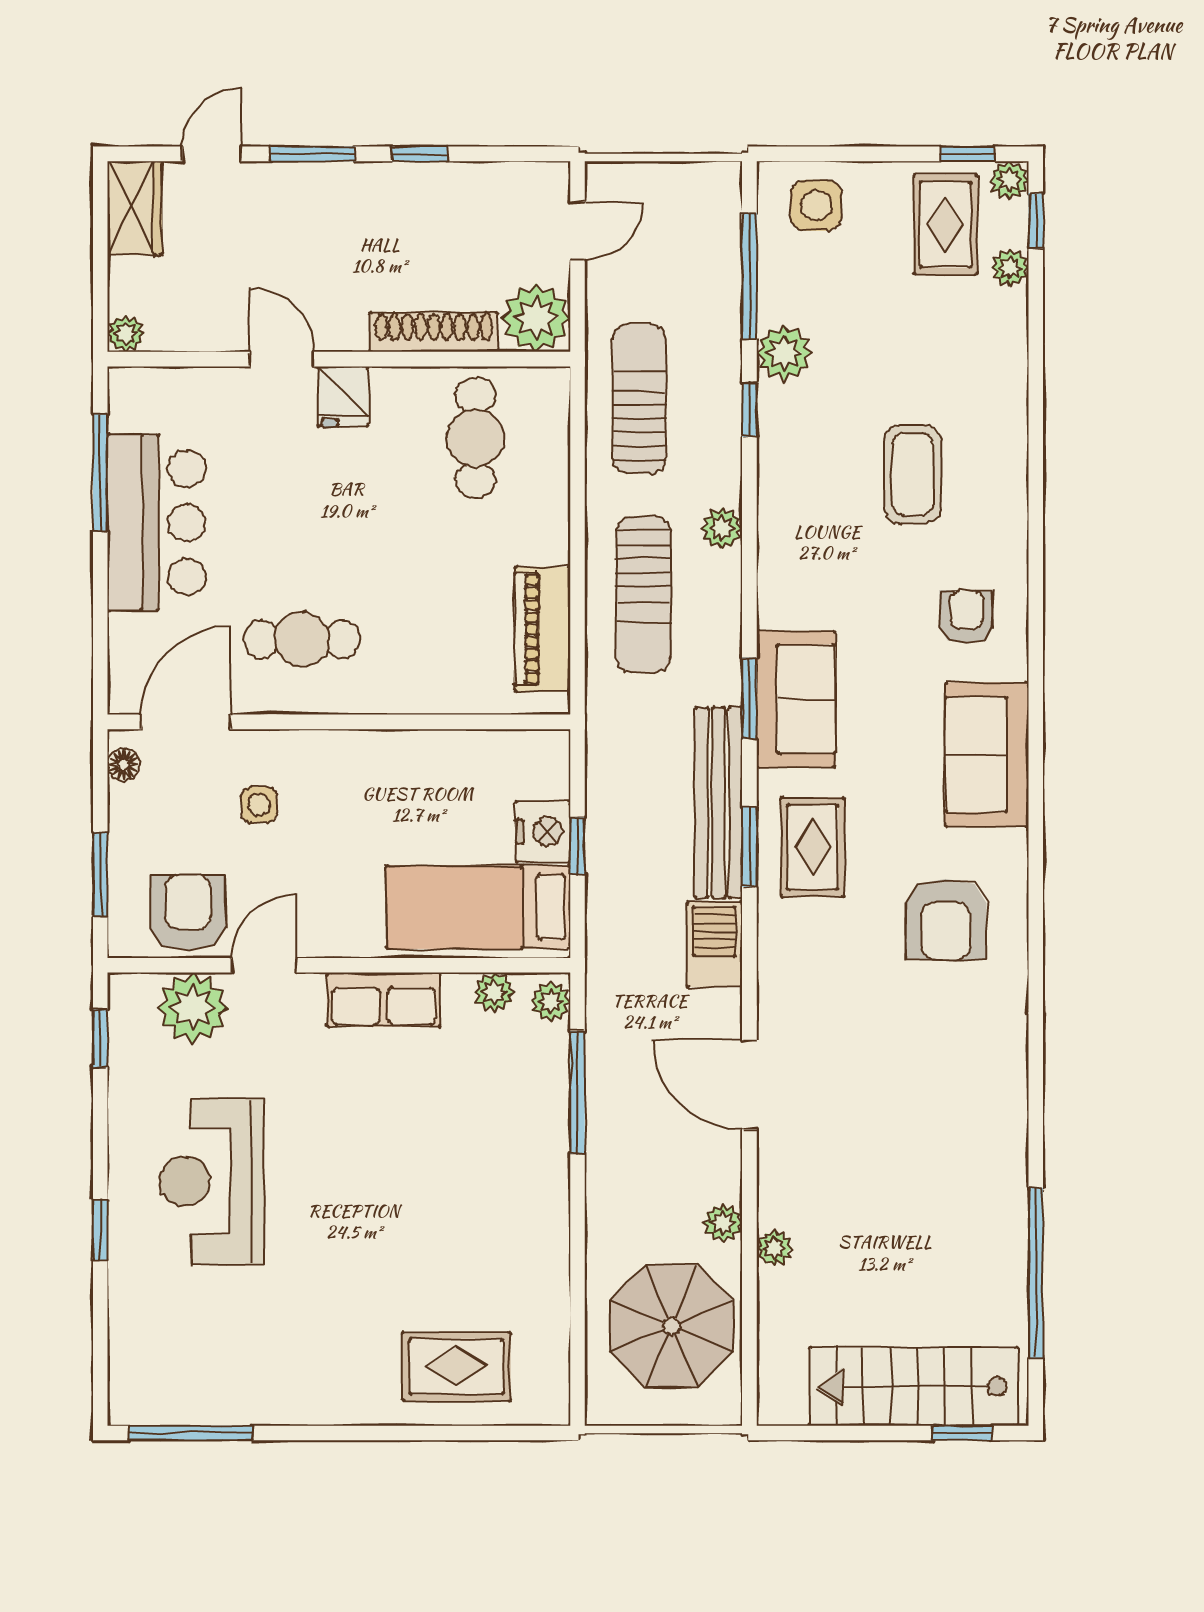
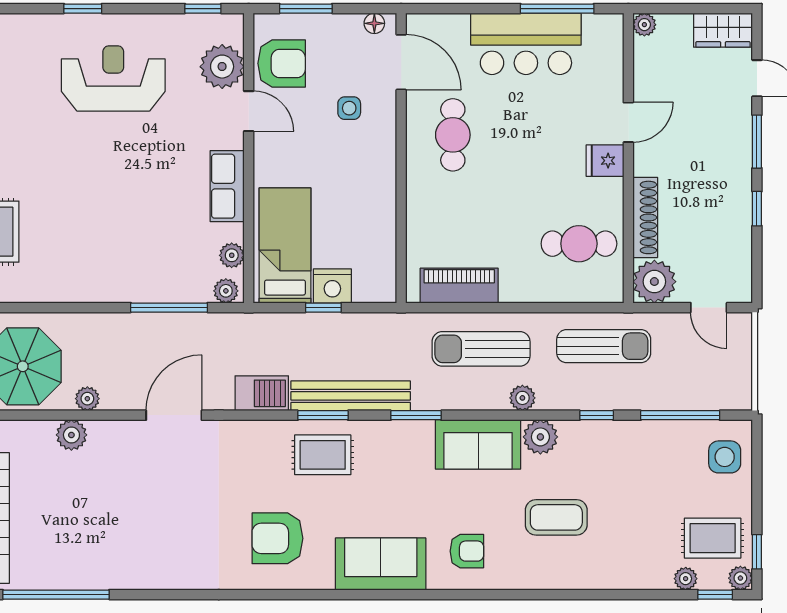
plant: (784, 353) -> (540, 437), moved
sofa: (796, 699) -> (478, 444), moved
plant: (774, 1248) -> (71, 435), width x1.38, depth x1.38

